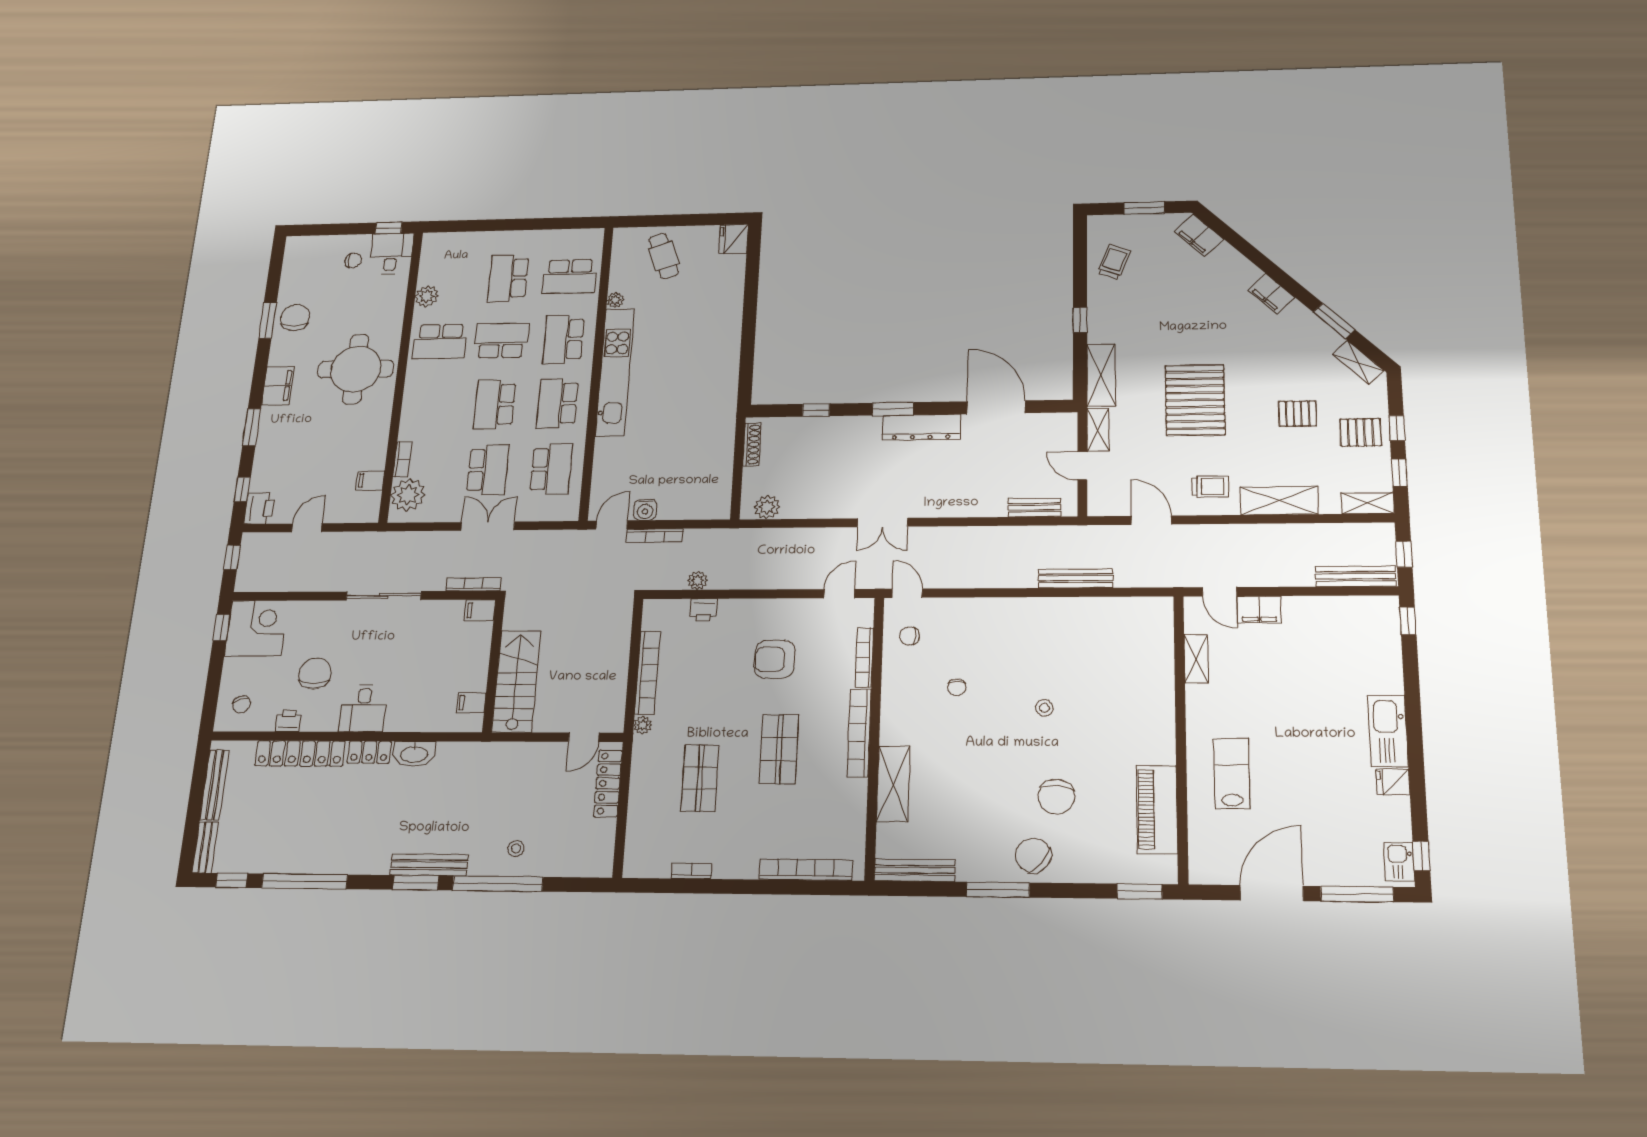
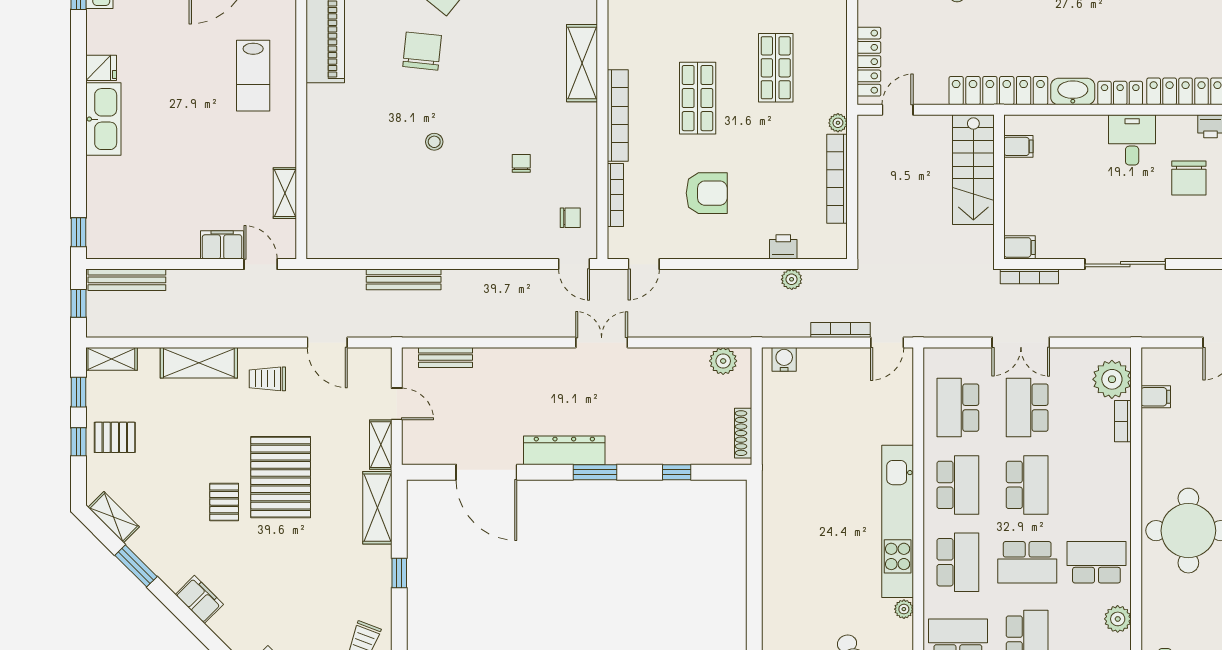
pallet: (1298, 414) -> (224, 502), moved, turned 90
water cooler: (645, 510) -> (784, 359), moved
locker: (485, 755) -> (998, 91), added

